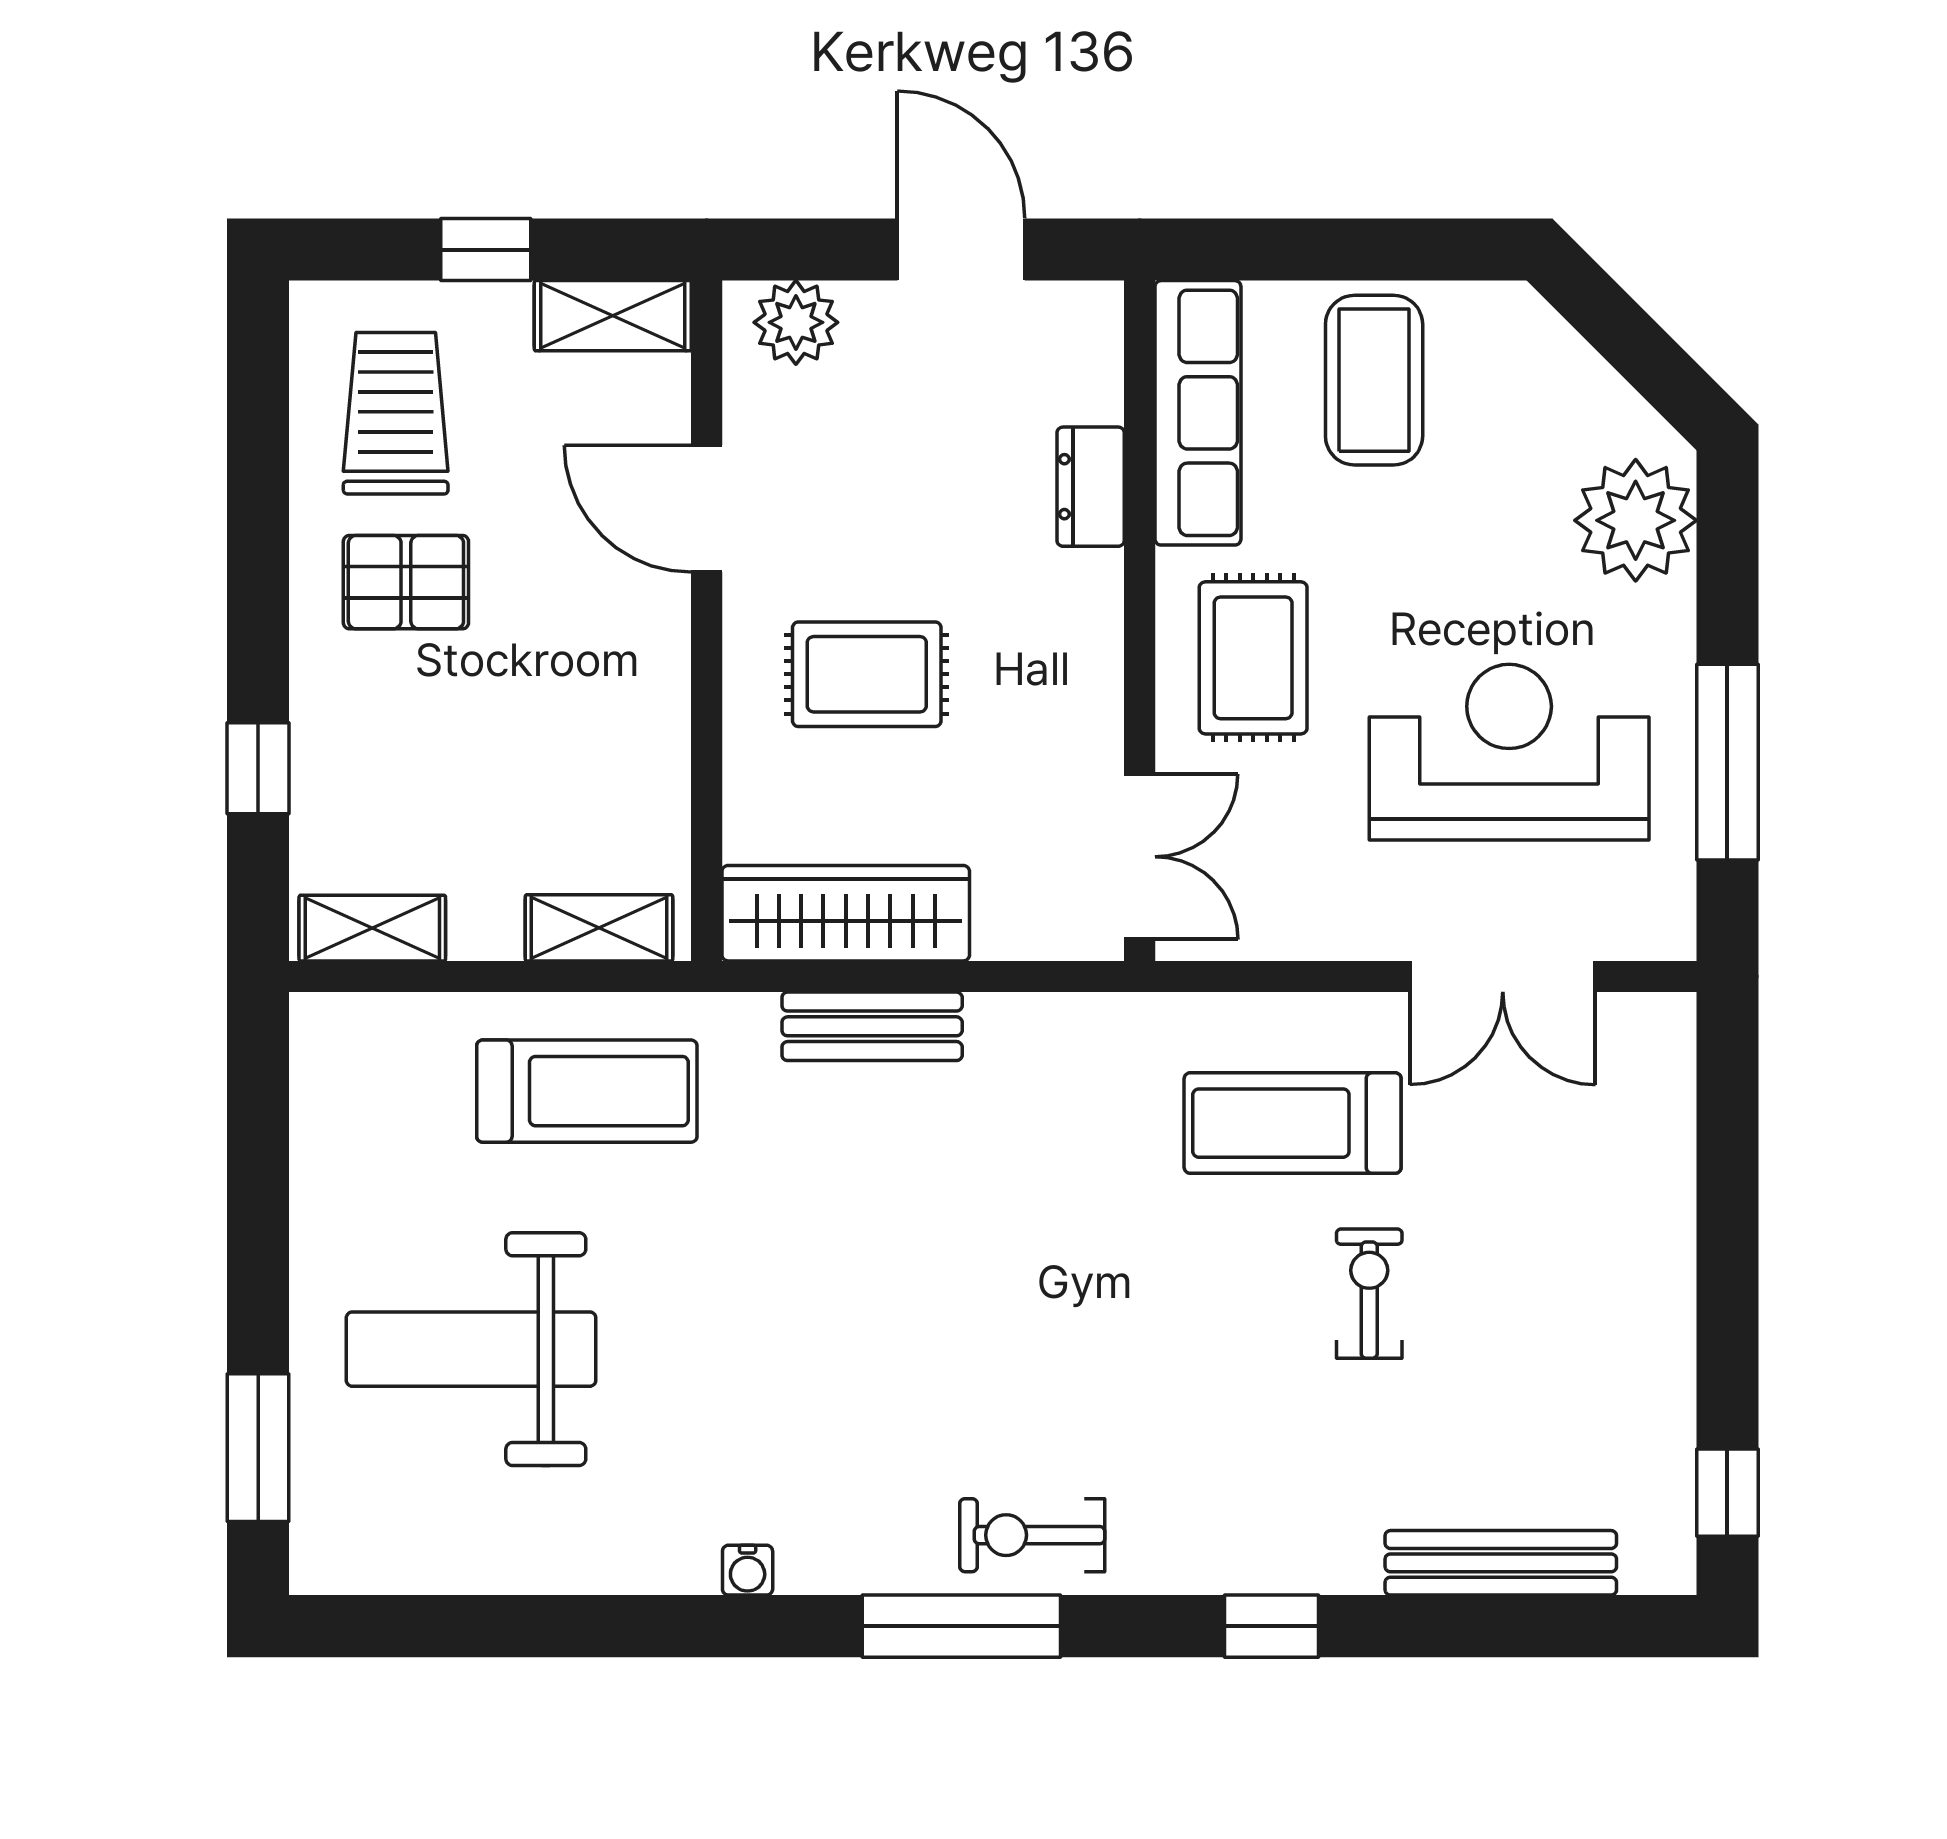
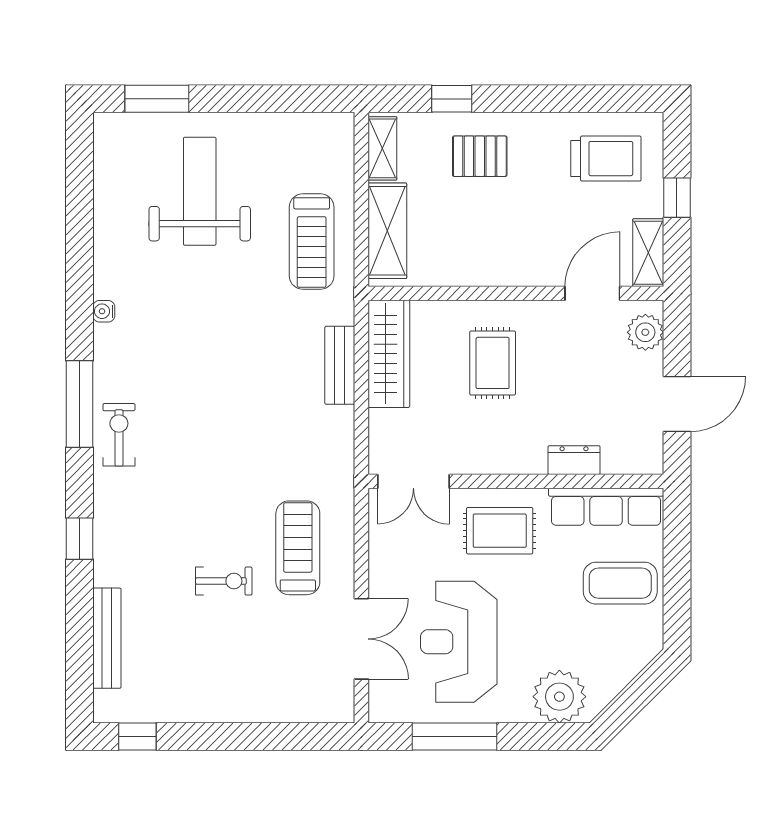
door: (707, 509) -> (592, 293), moved
pallet: (406, 582) -> (480, 156), moved, turned 90
reception desk: (1509, 752) -> (459, 642), turned 180
shelving: (599, 928) -> (387, 231), width x1.50, depth x1.33
double door: (1503, 976) -> (361, 639), swing flipped

